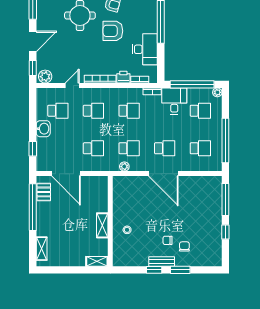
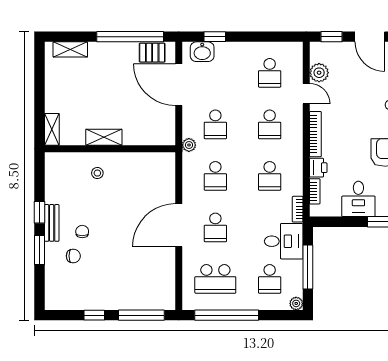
desk: (145, 49) -> (358, 199), width x0.73
plant: (45, 77) -> (319, 73), moved
window: (192, 84) -> (308, 267), width x0.68
washbasin: (43, 129) -> (202, 52), moved
school desk: (200, 148) -> (215, 279), width x1.85
plant: (124, 167) -> (189, 145), moved
door: (66, 174) -> (179, 85), hinge flipped

